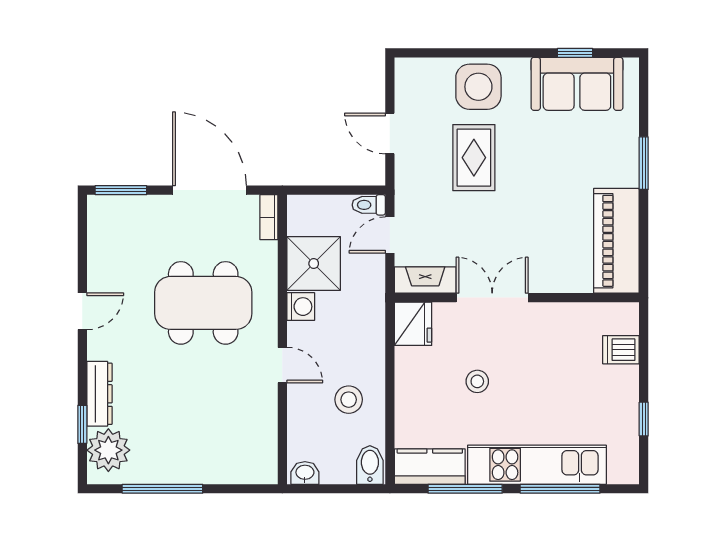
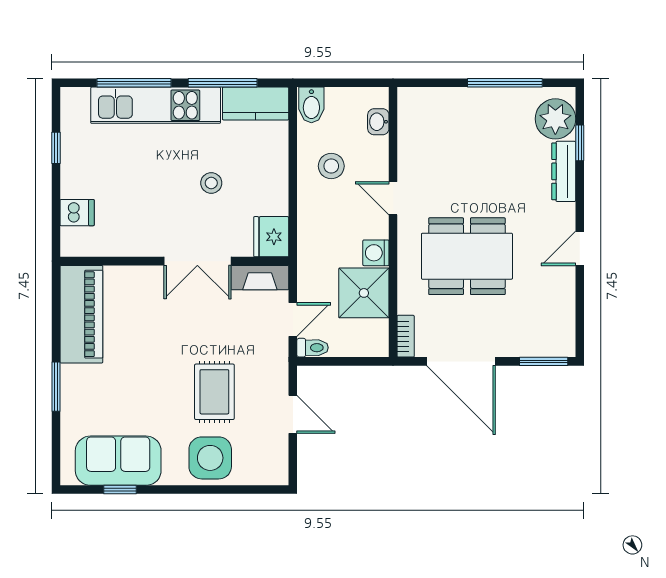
washbasin: (305, 473) -> (378, 122), moved, turned 90

